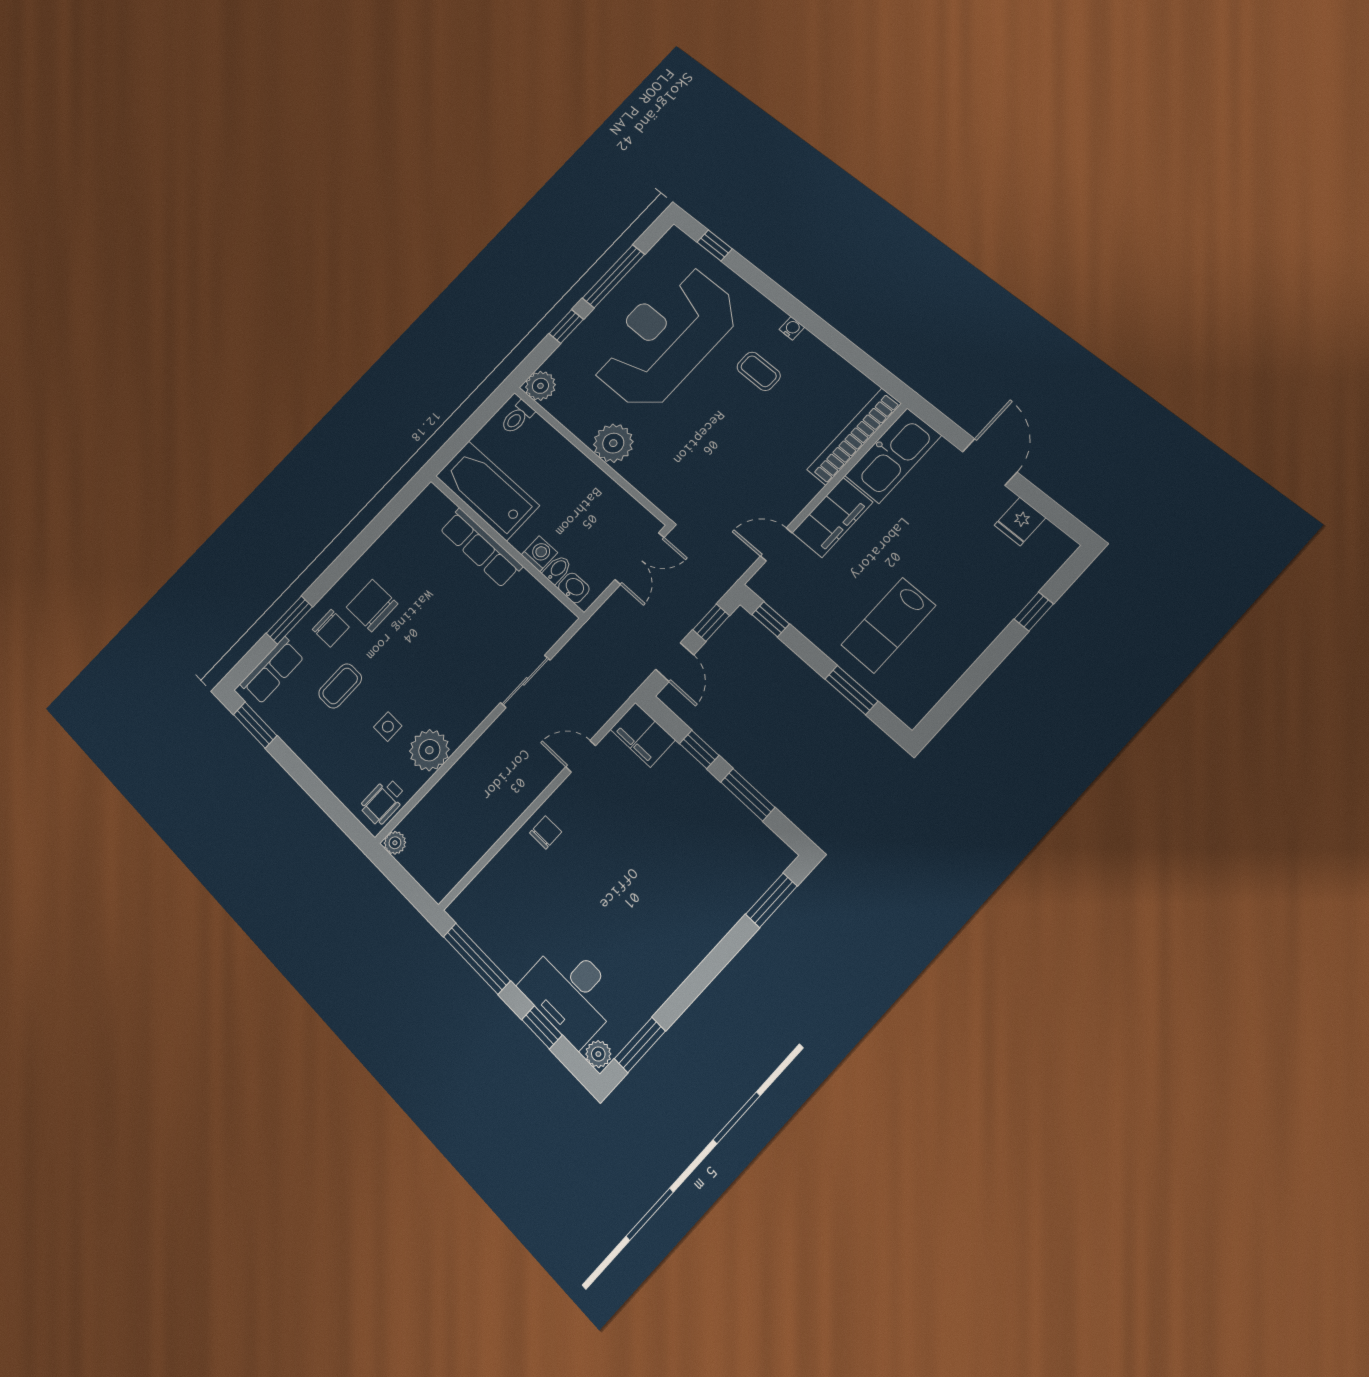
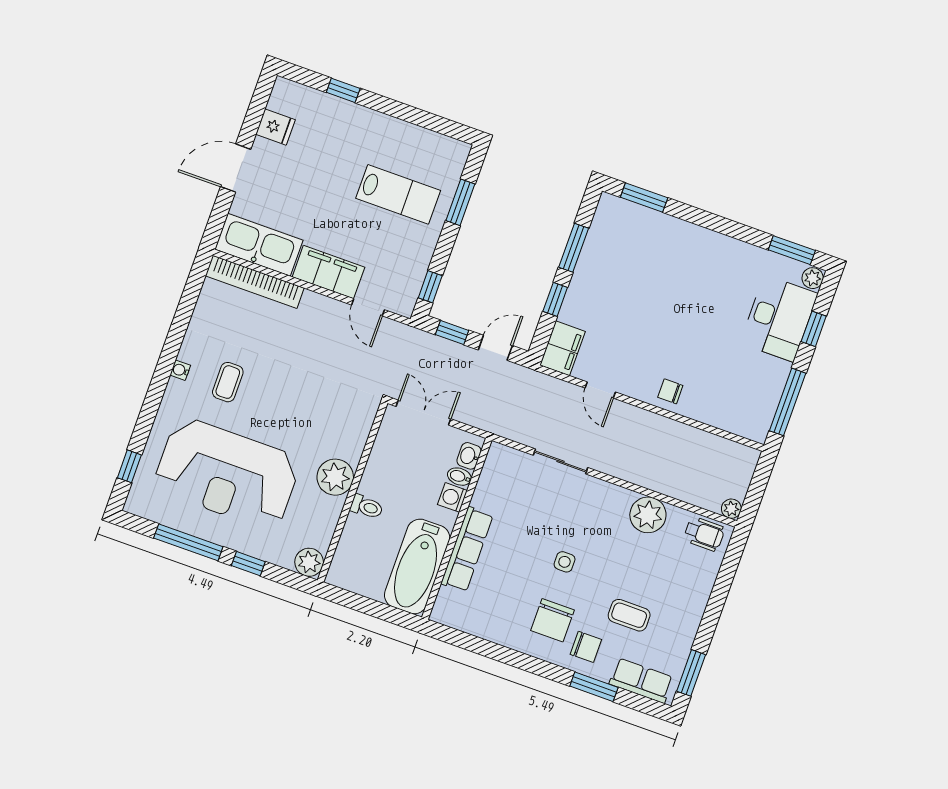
toilet: (517, 417) -> (367, 507), moved
chair: (331, 628) -> (586, 647), turned 90
side table: (388, 727) -> (565, 562), moved

